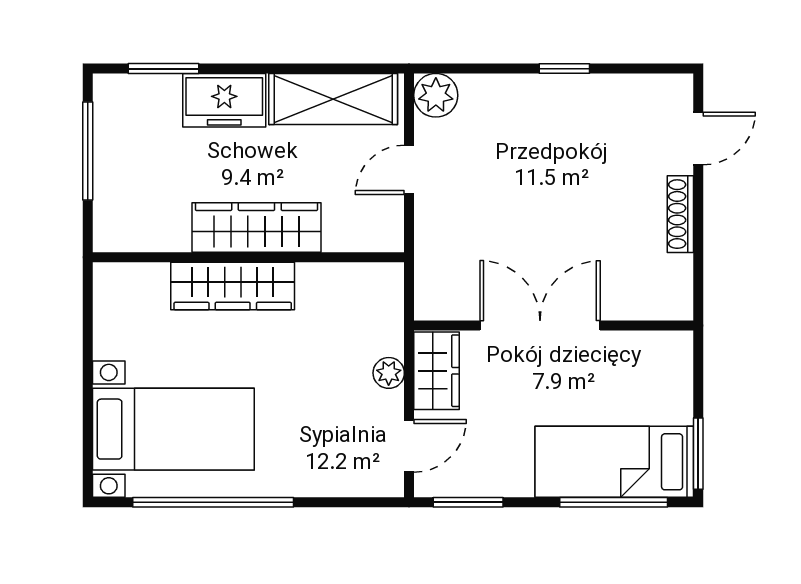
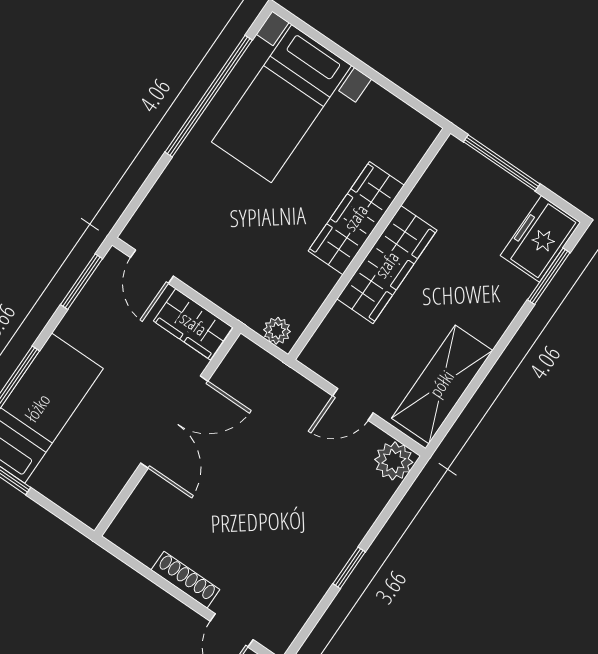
freezer: (224, 100) -> (540, 239), moved
window: (88, 151) -> (502, 163), moved
door: (409, 170) -> (353, 404), swing flipped
plant: (389, 373) -> (277, 331), moved

